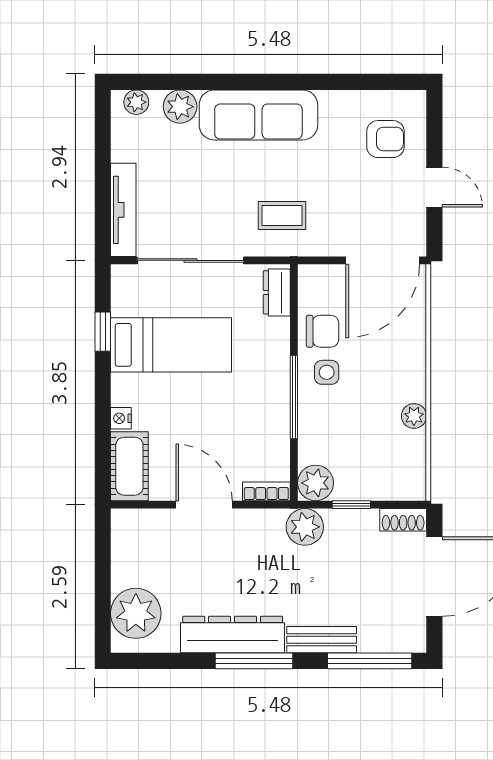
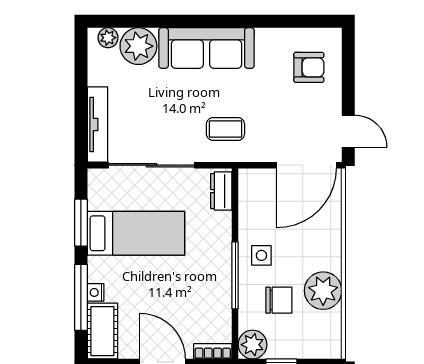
plant: (180, 107) -> (138, 46), width x1.36, depth x1.36
door: (434, 187) -> (348, 131), moved
chair: (322, 331) -> (279, 300), moved
window: (103, 332) -> (81, 223), width x1.50
plant: (414, 416) -> (323, 291), width x1.87, depth x1.87
window: (103, 424) -> (81, 297), added

